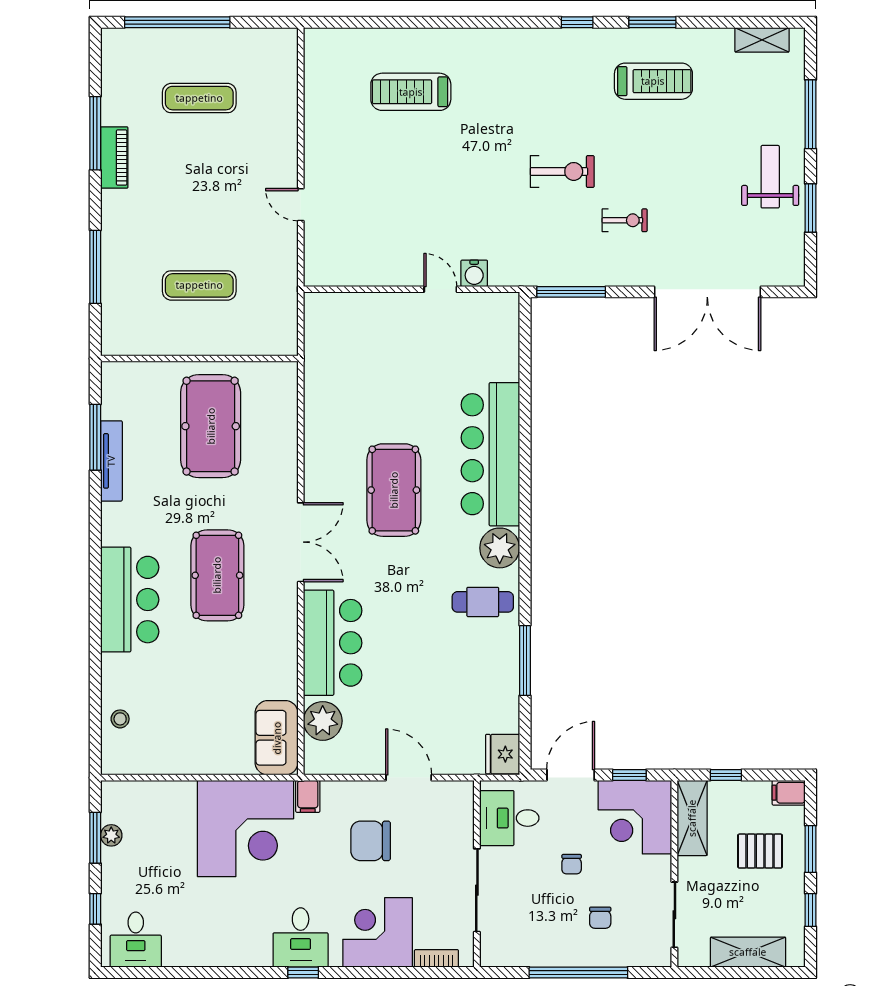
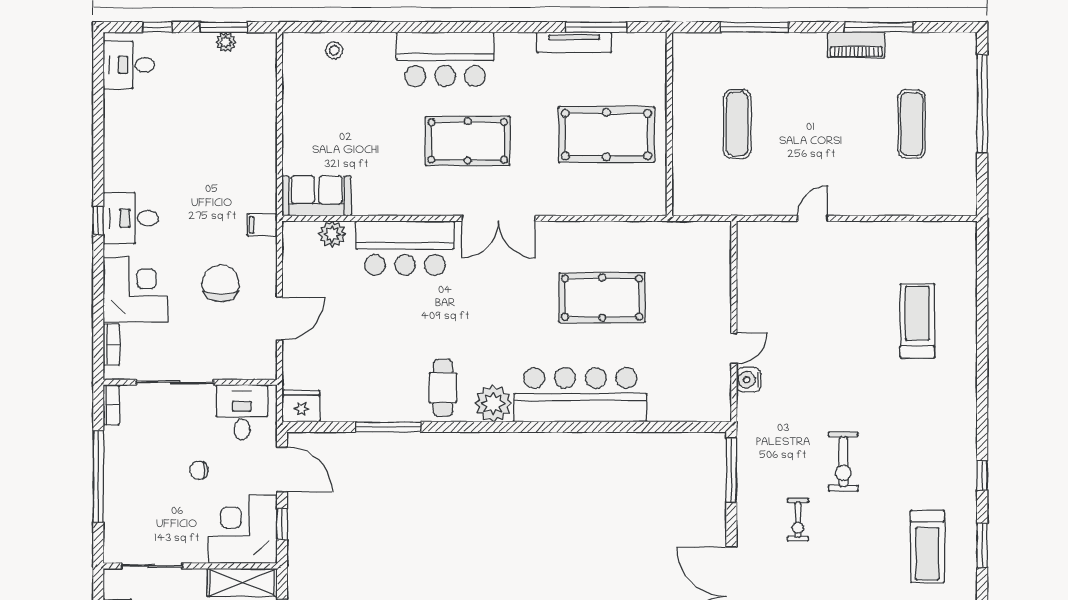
pool table: (394, 490) -> (602, 298), moved
plant: (323, 721) -> (332, 234), width x0.73, depth x0.73
corner desk: (246, 828) -> (232, 167), removed
chair: (600, 918) -> (149, 497), removed
bookcase: (501, 959) -> (111, 405), added

